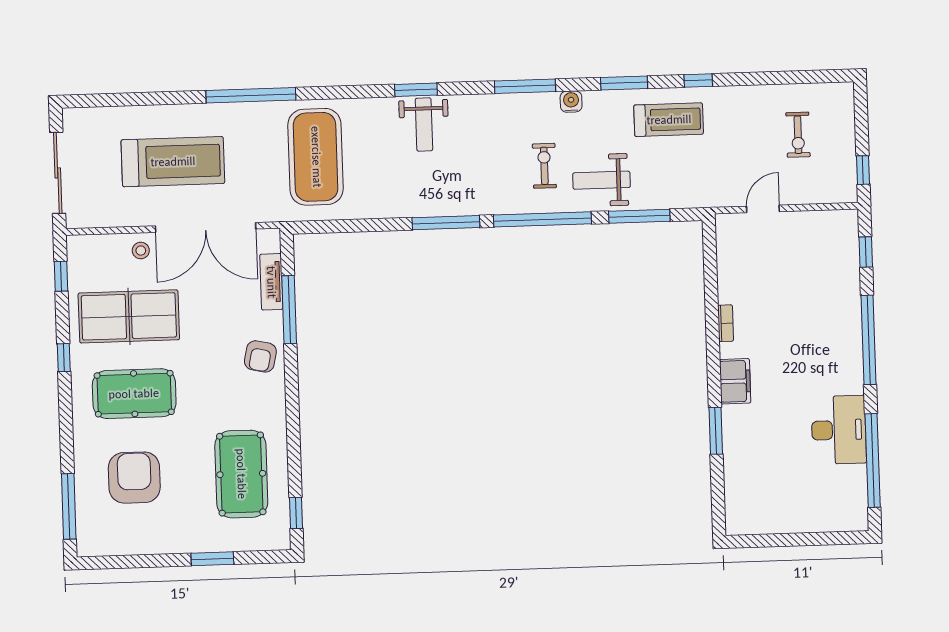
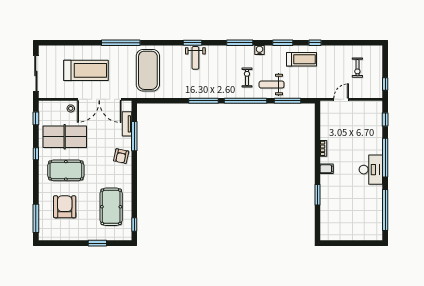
filing cabinet: (735, 381) -> (327, 169), width x0.50
desk: (839, 430) -> (371, 170), moved

